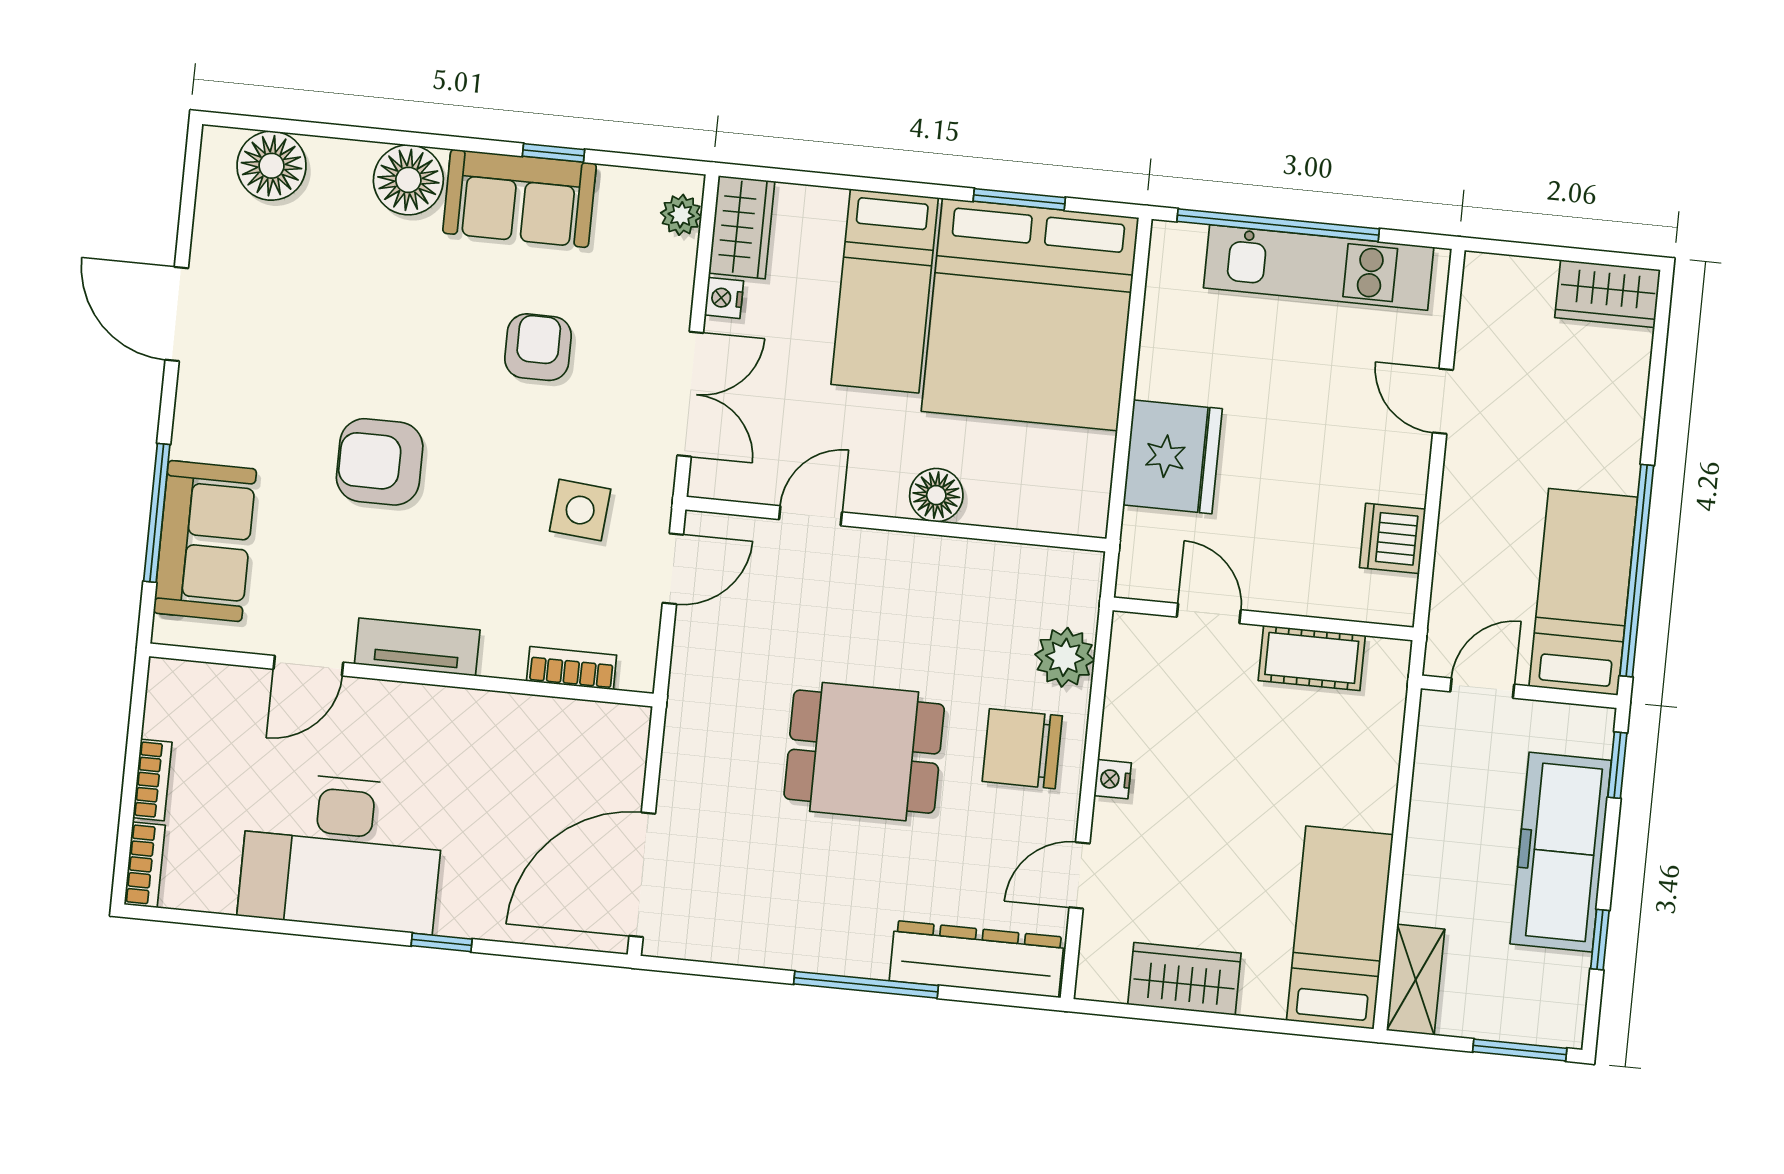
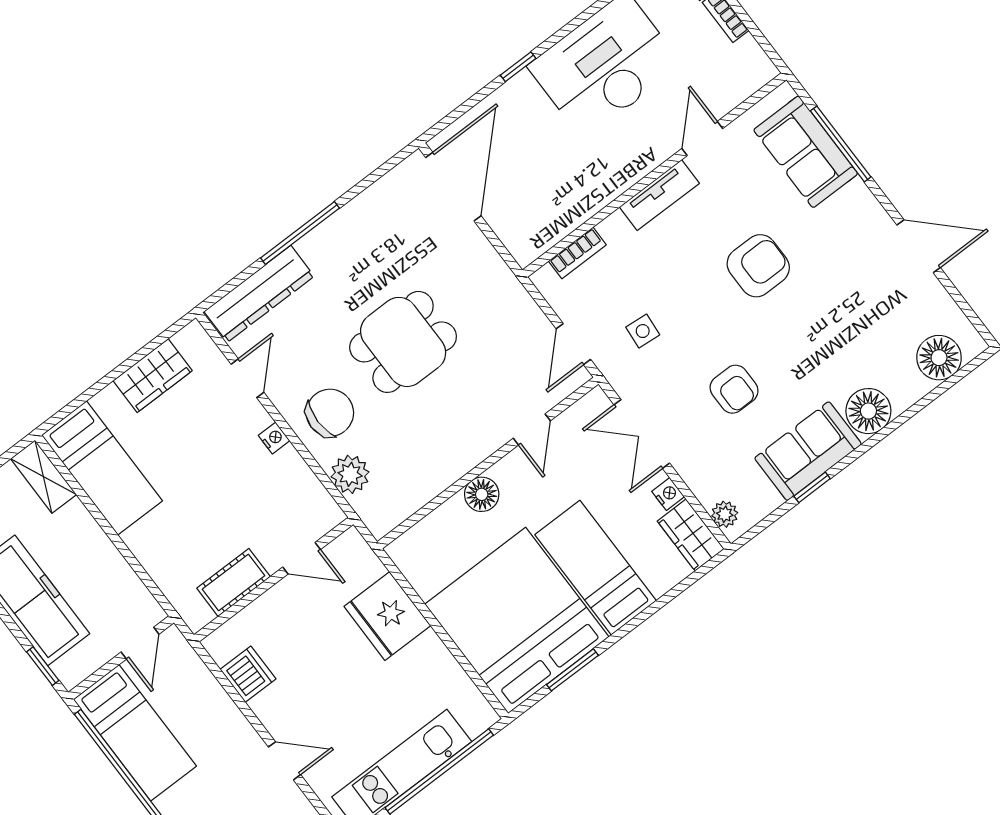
side table: (580, 510) -> (643, 331), width x0.73, depth x0.73

